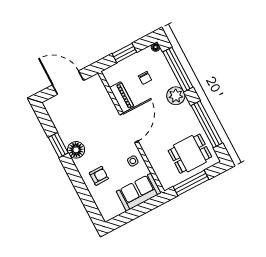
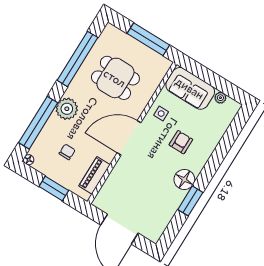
piano: (122, 97) -> (95, 175), moved
dining table: (190, 154) -> (115, 78), moved
armchair: (99, 176) -> (181, 142), moved, turned 90
plant: (119, 210) -> (220, 98), added

